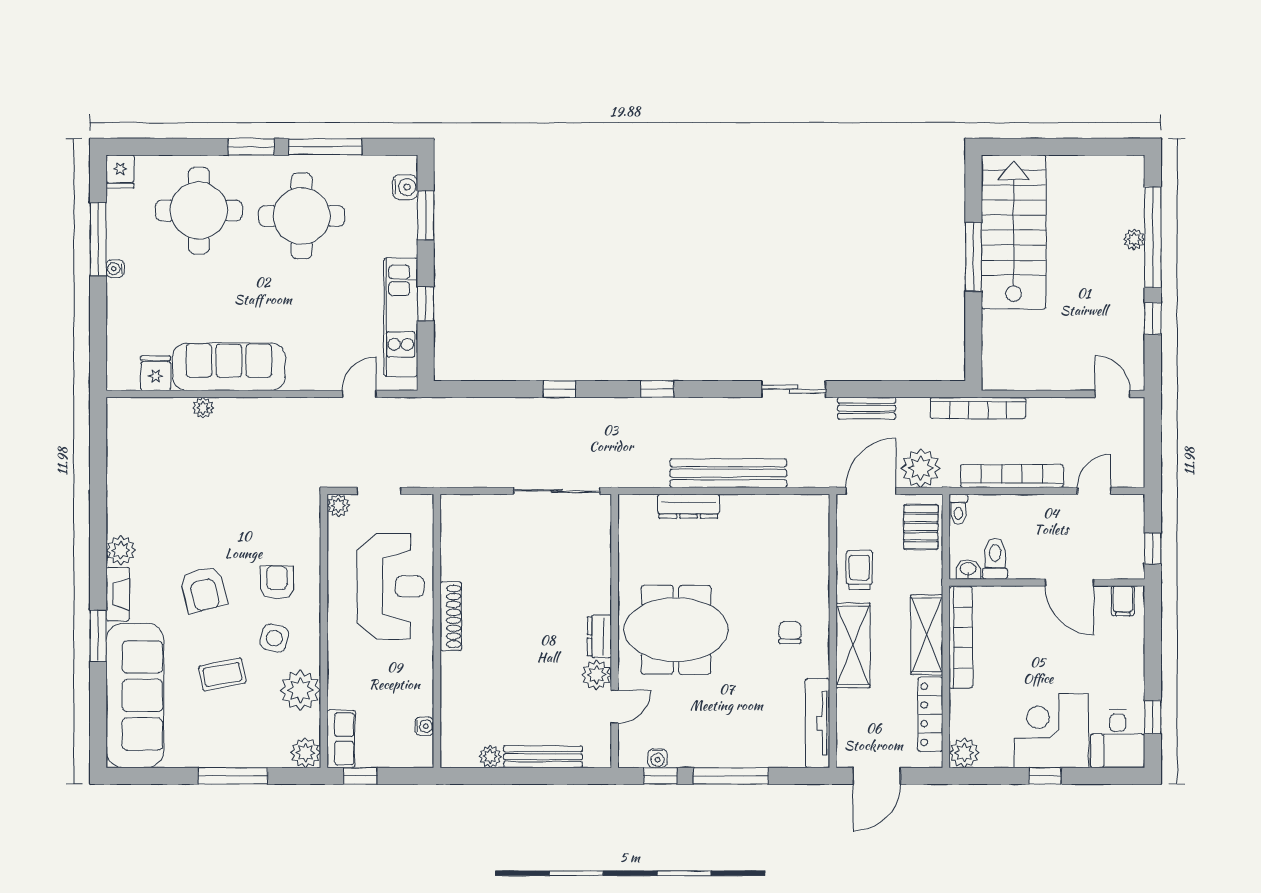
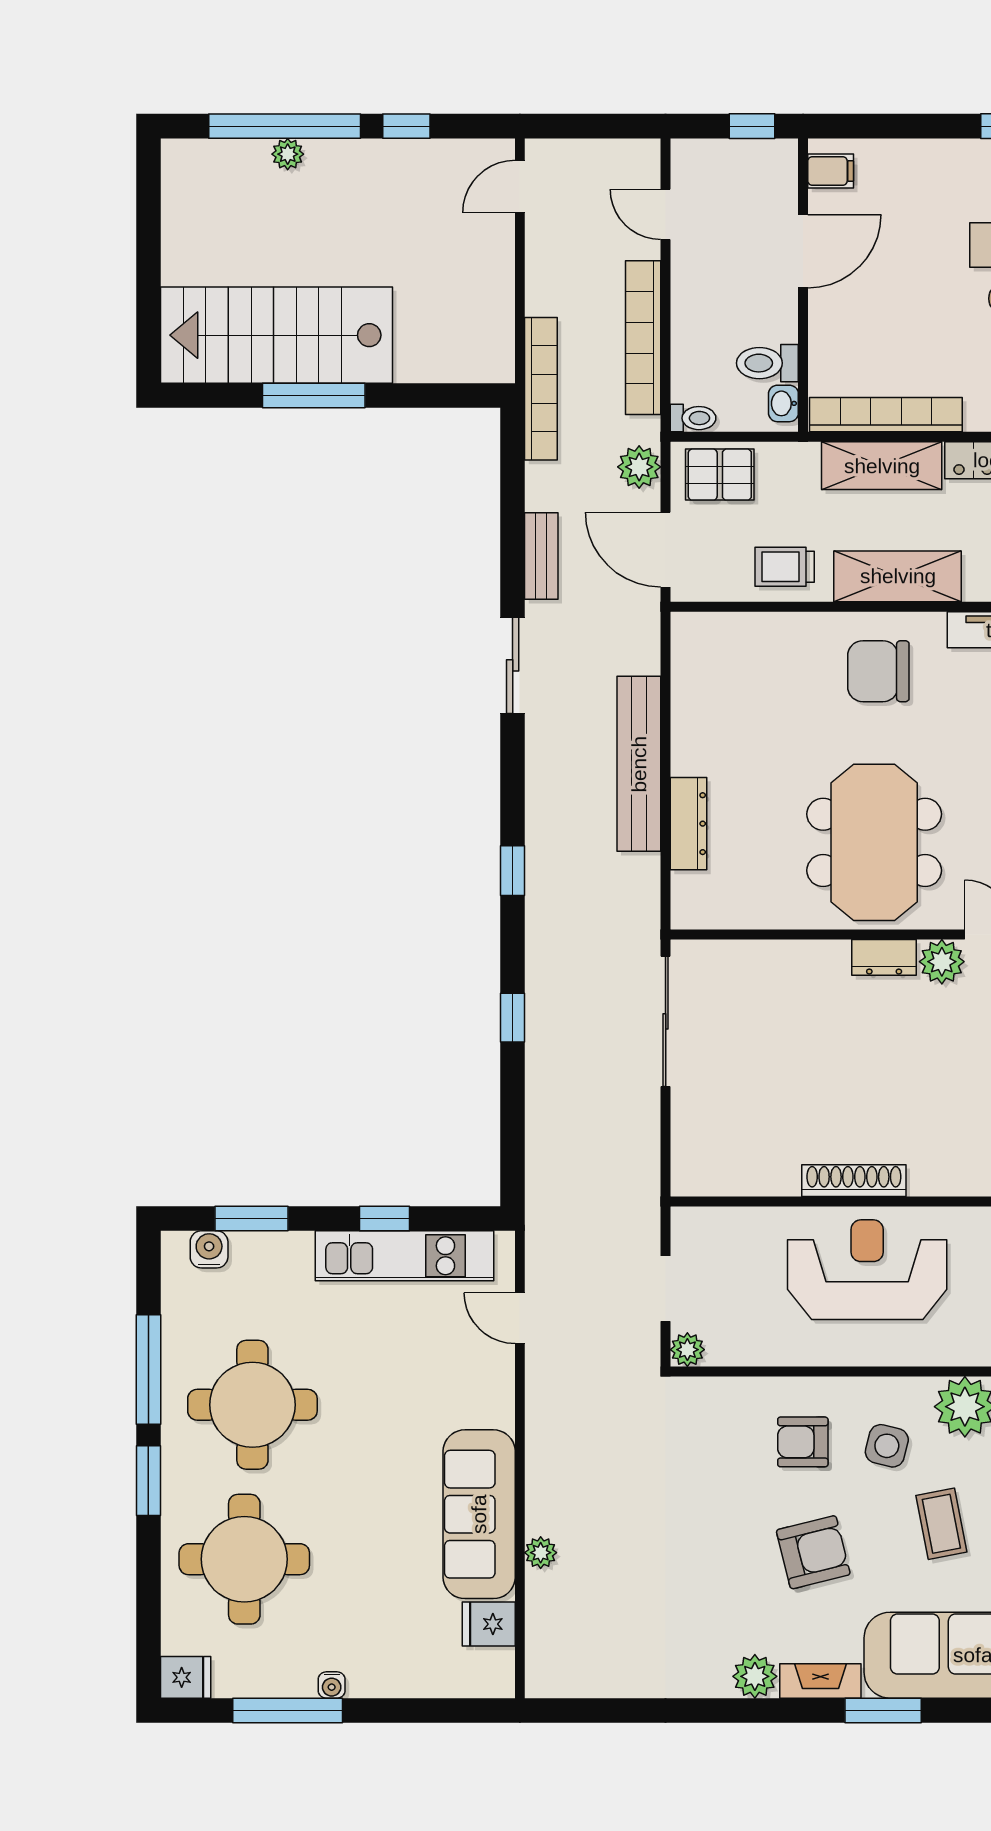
plant: (921, 468) -> (639, 467), width x0.73, depth x0.73
reception desk: (390, 586) -> (867, 1270), moved
chair: (790, 633) -> (878, 671), width x1.87, depth x1.87

